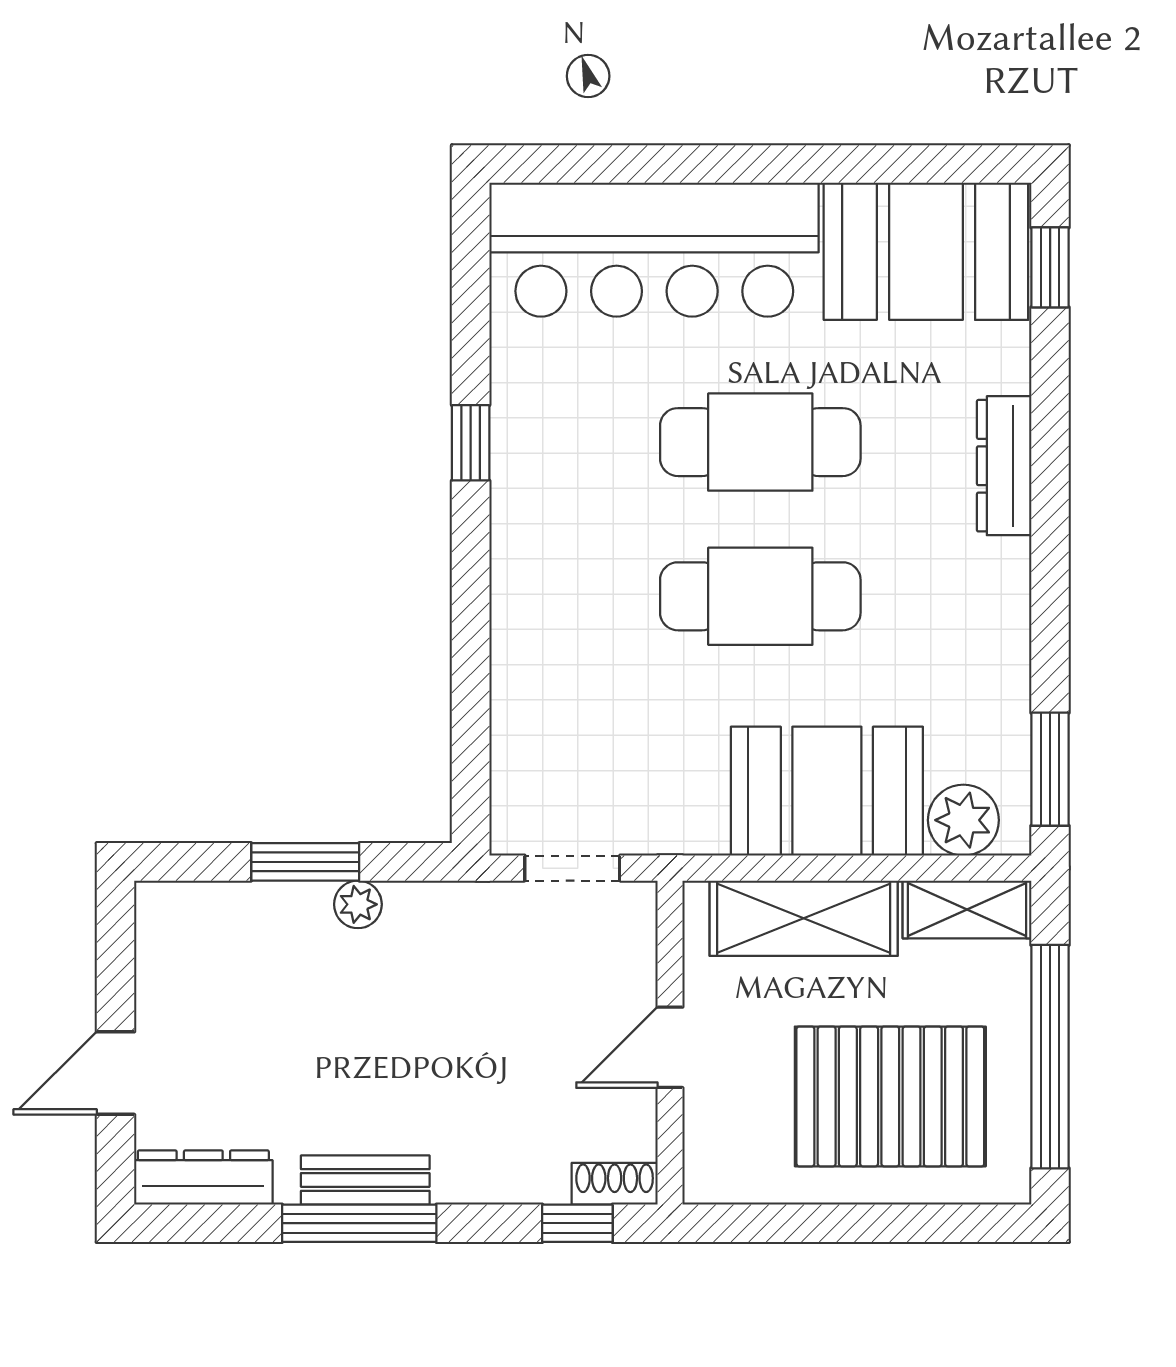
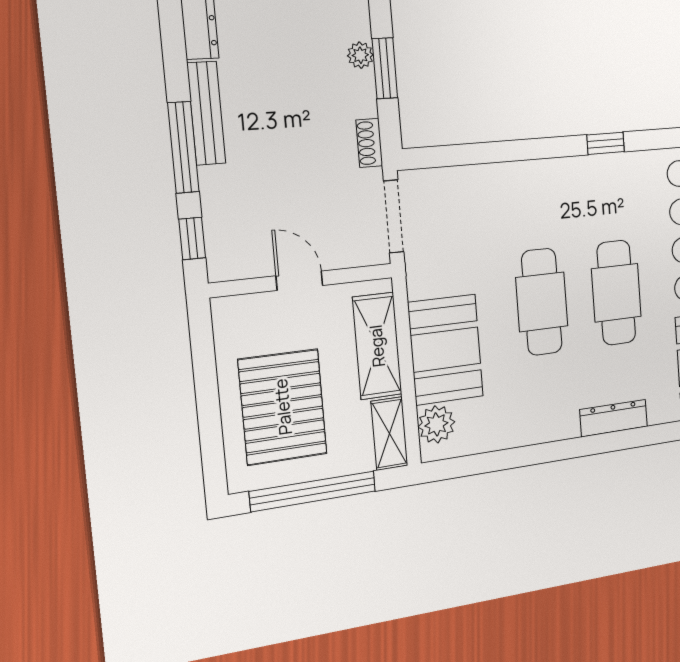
window: (1050, 769) -> (466, 466), removed
doorway: (572, 868) -> (394, 217), width x1.38
plant: (358, 904) -> (360, 55), moved
bench: (365, 1180) -> (206, 113), width x1.36
shoe rack: (615, 1184) -> (369, 143), moved, turned 180
window: (359, 1223) -> (183, 147), moved

